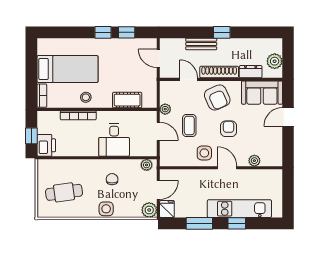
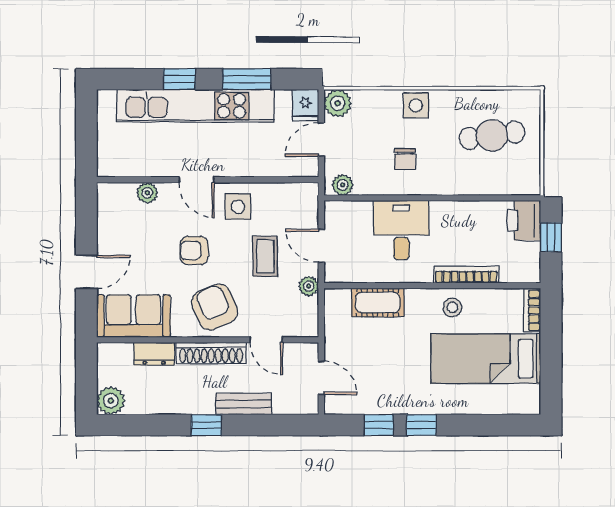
plant: (275, 61) -> (111, 401), moved
armchair: (228, 129) -> (194, 251), turned 90
kitchen unit: (239, 209) -> (195, 106), width x1.36

